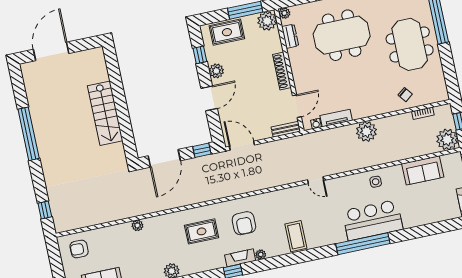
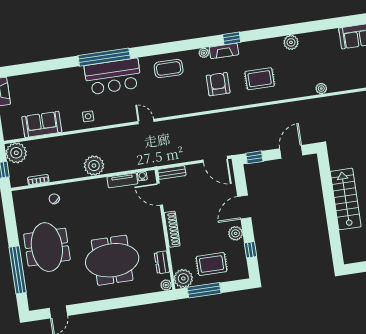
rug: (227, 32) -> (212, 264), moved
door: (297, 106) -> (160, 194), hinge flipped
door: (164, 158) -> (291, 152), width x0.73
bar counter: (373, 220) -> (113, 76), moved
coffee table: (296, 236) -> (169, 69), turned 90

